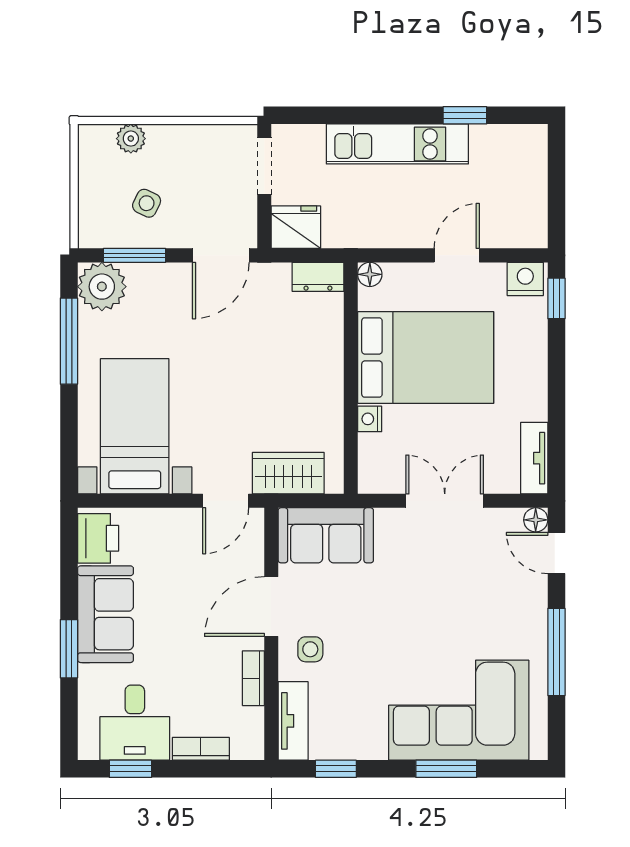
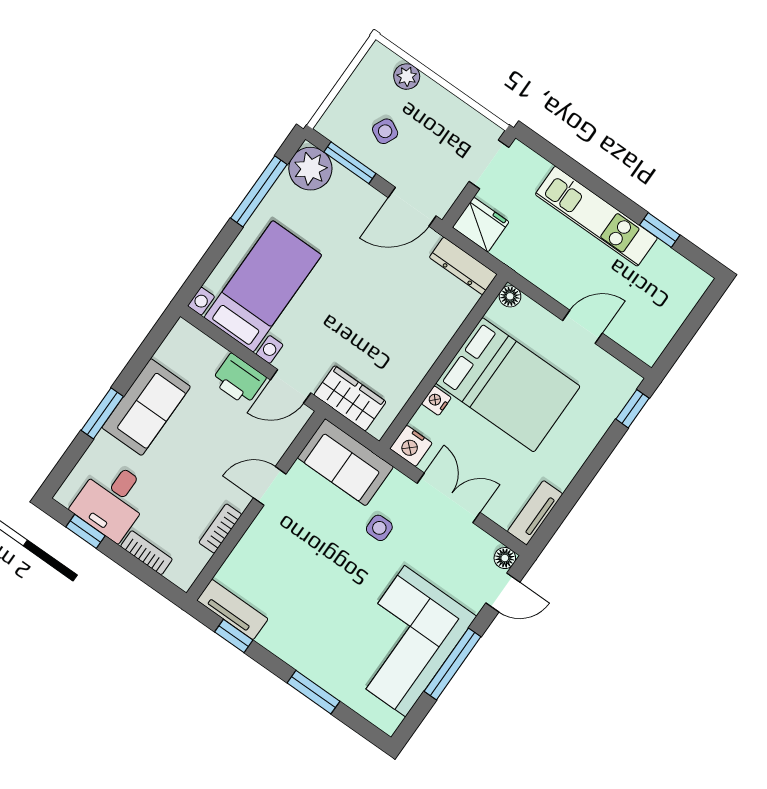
dresser: (318, 277) -> (463, 266), width x1.44
nightstand: (525, 279) -> (411, 446), moved, turned 180
printer: (98, 538) -> (239, 379), moved, turned 90
door: (556, 553) -> (503, 593), swing flipped
door: (271, 607) -> (270, 486), width x0.73
side table: (310, 649) -> (379, 528), moved
corner sofa: (459, 710) -> (405, 641), moved, turned -90
tv unit: (293, 721) -> (232, 609), moved, turned -90

